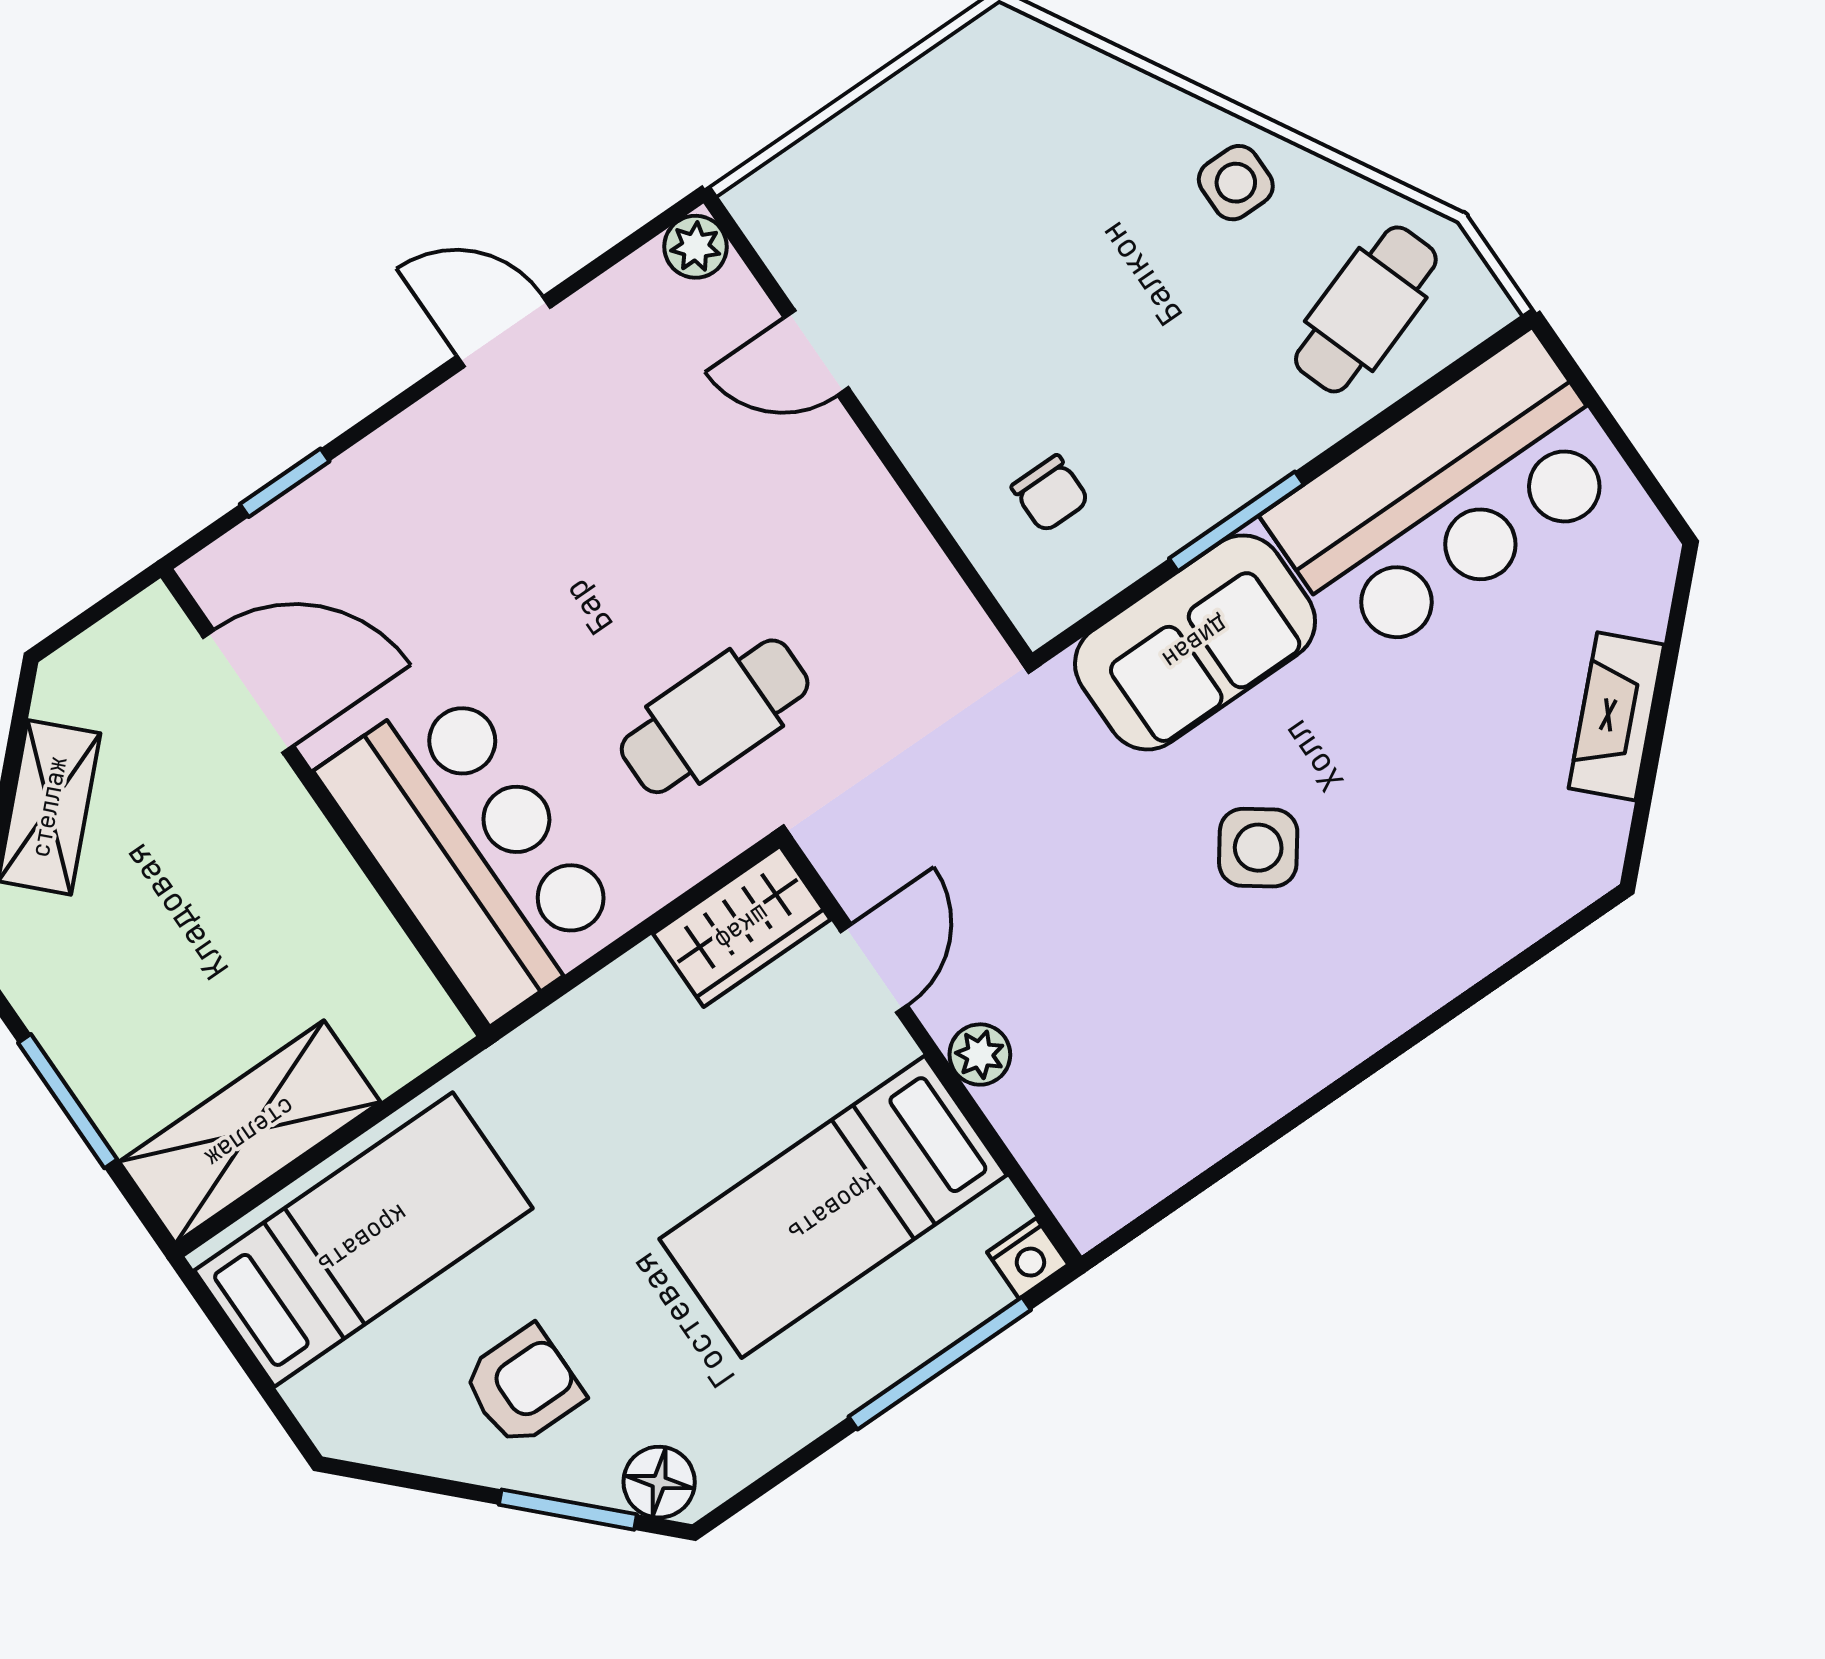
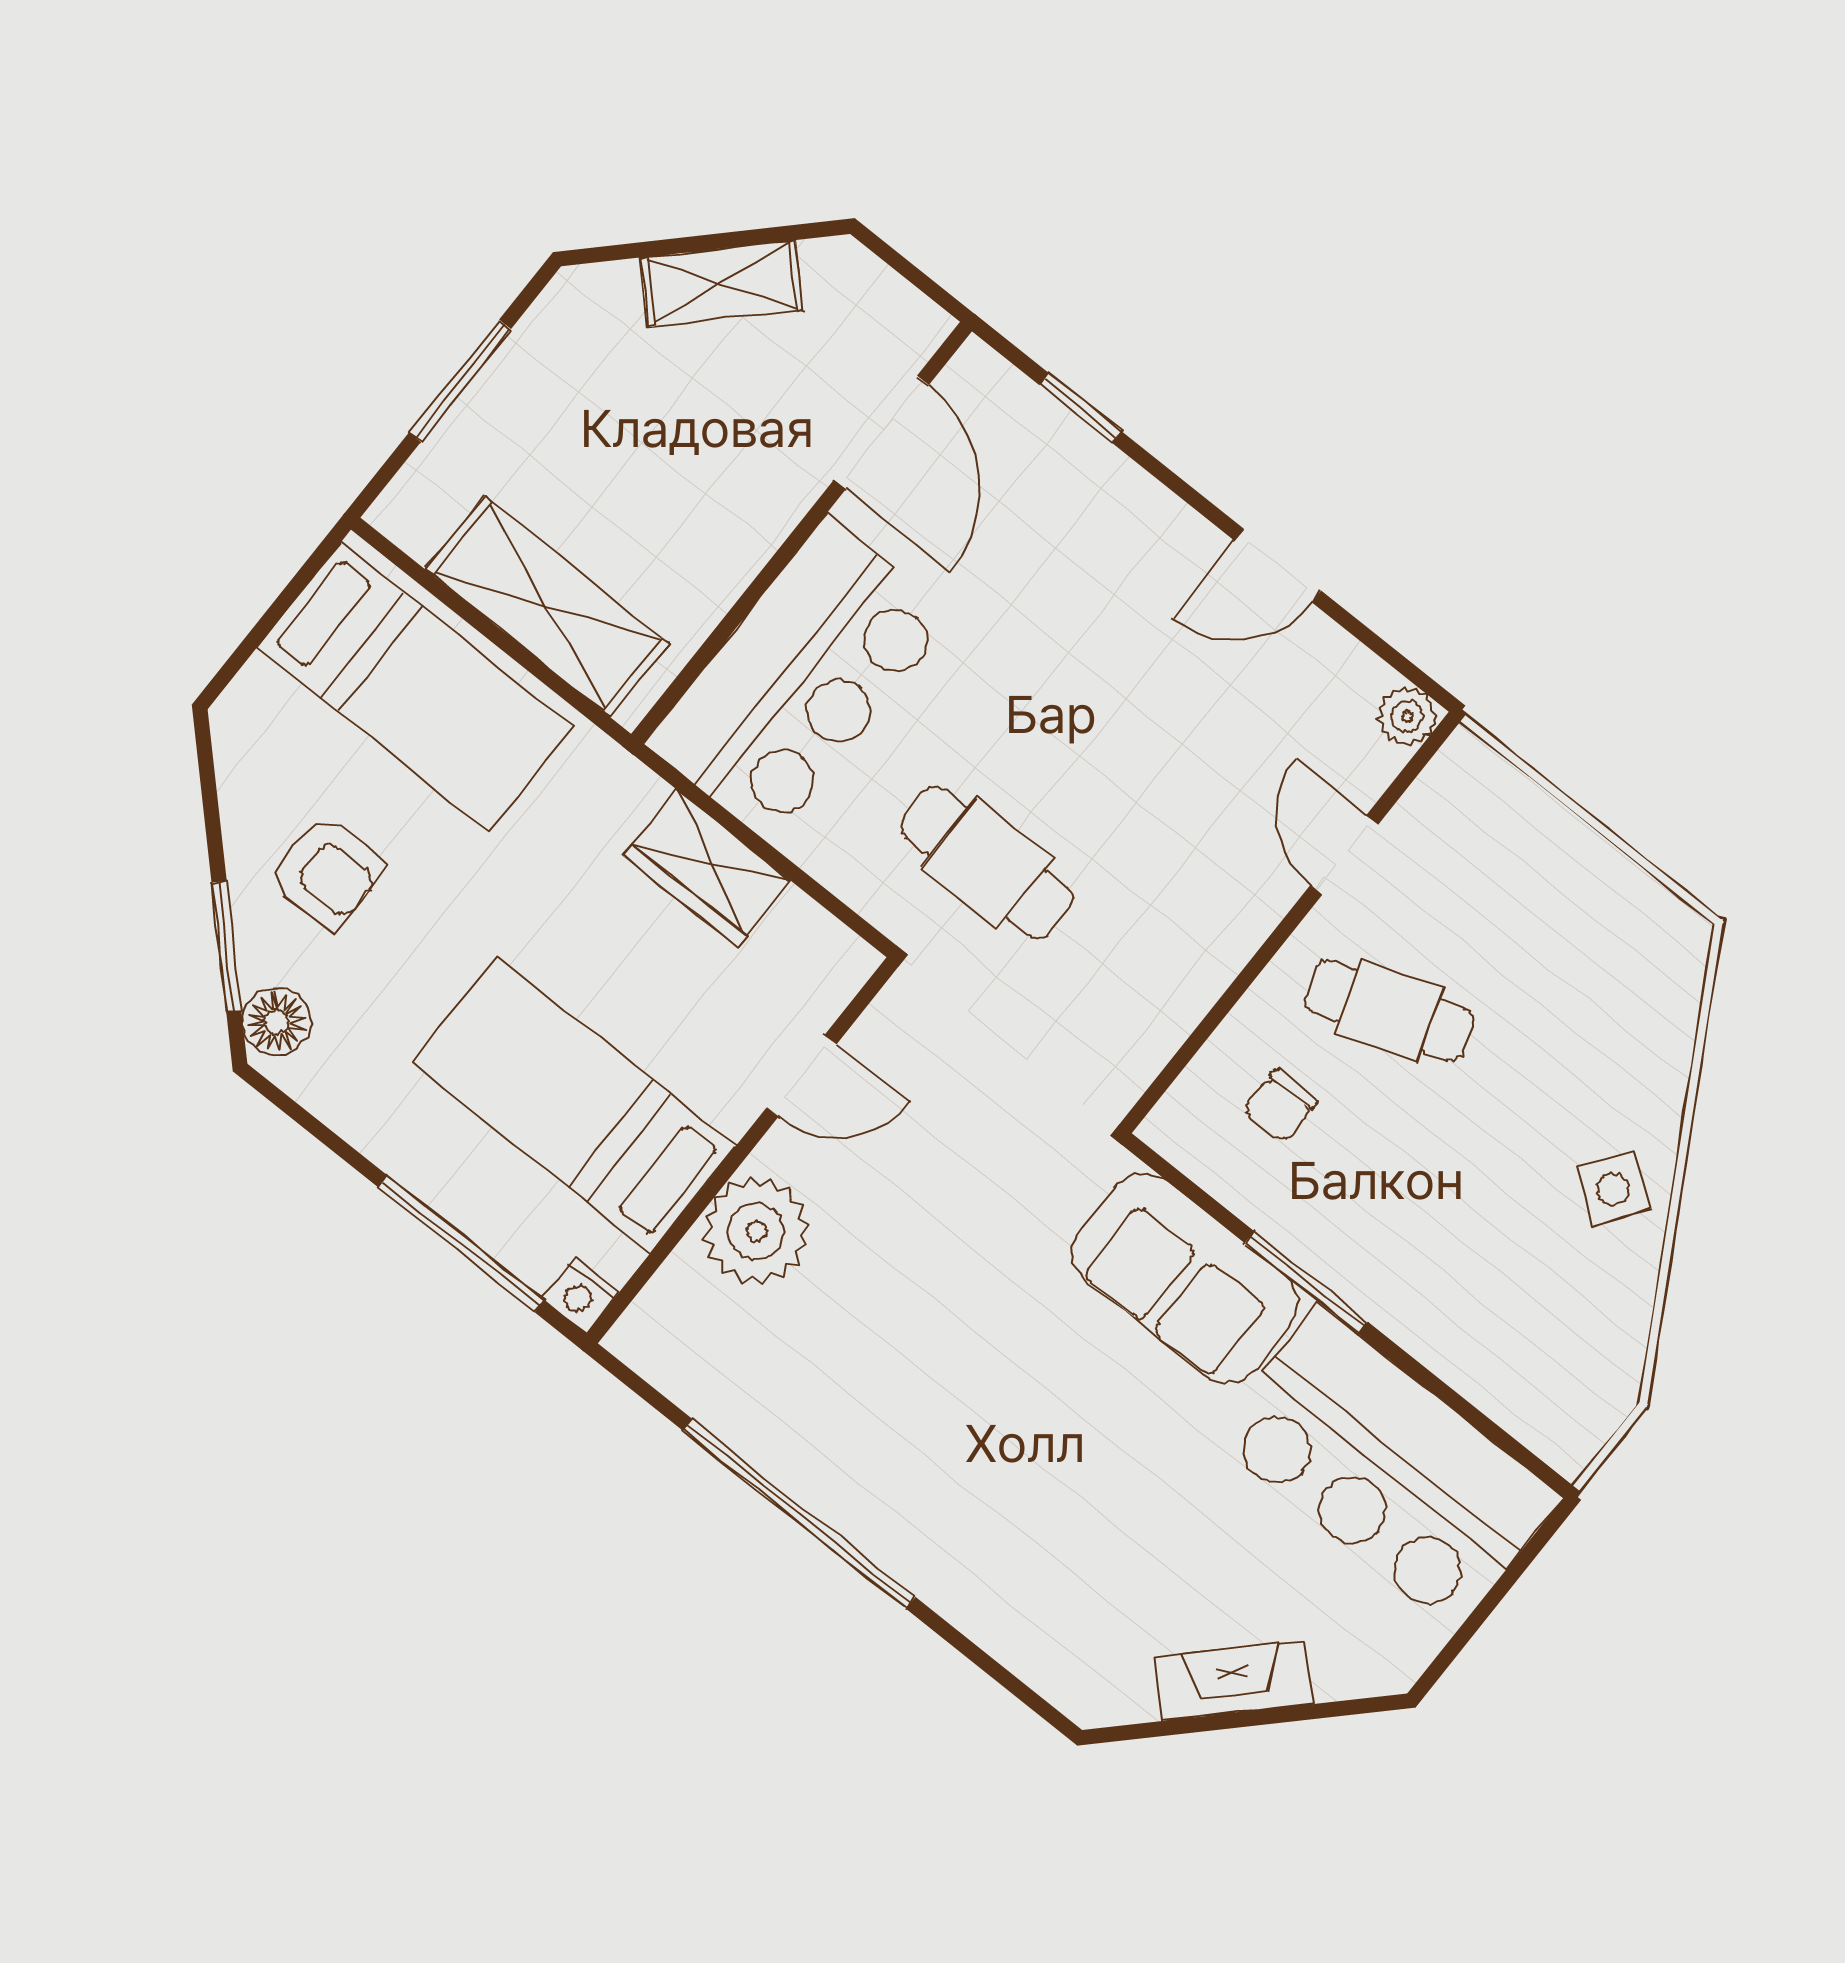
side table: (1236, 183) -> (1613, 1189), turned 36
cafe table: (1366, 309) -> (1389, 1011), moved
door: (504, 332) -> (1278, 566), swing flipped
side table: (1258, 848) -> (1016, 1392), removed
wardrobe: (742, 927) -> (707, 868), moved
plant: (980, 1055) -> (756, 1231), width x1.87, depth x1.87
window: (1315, 1104) -> (799, 1514), added
shelving: (250, 1132) -> (547, 607), moved

